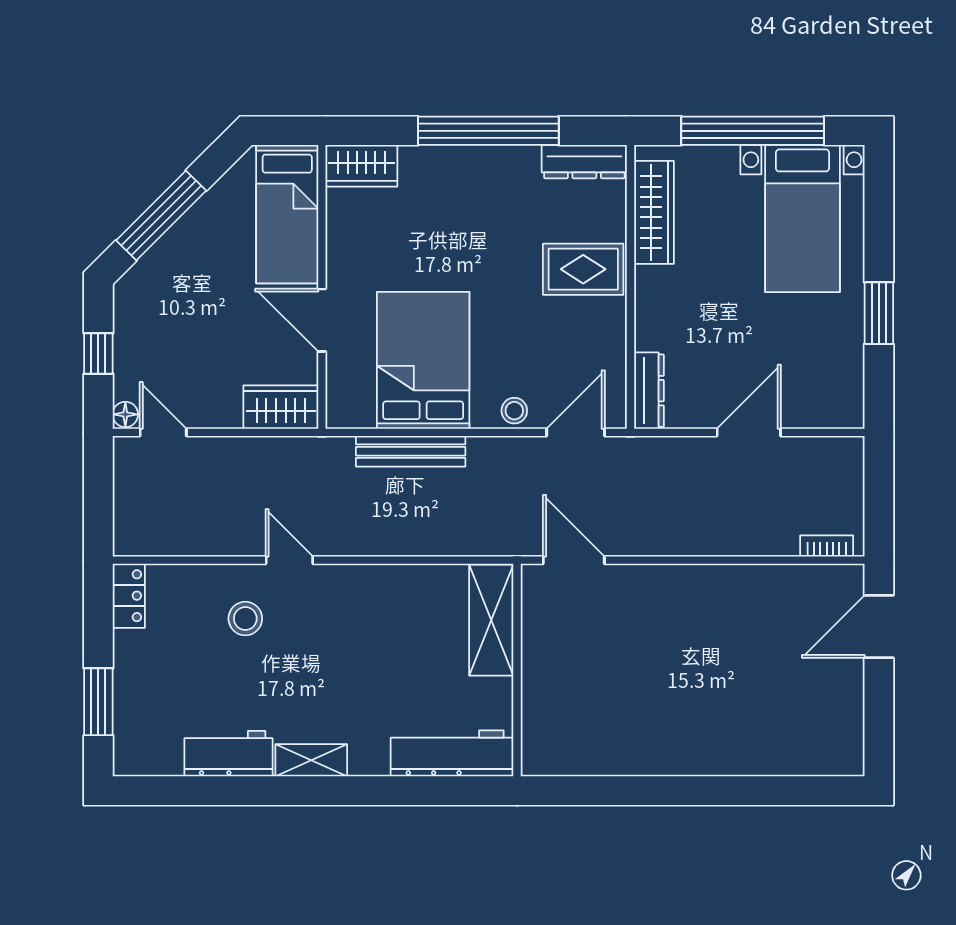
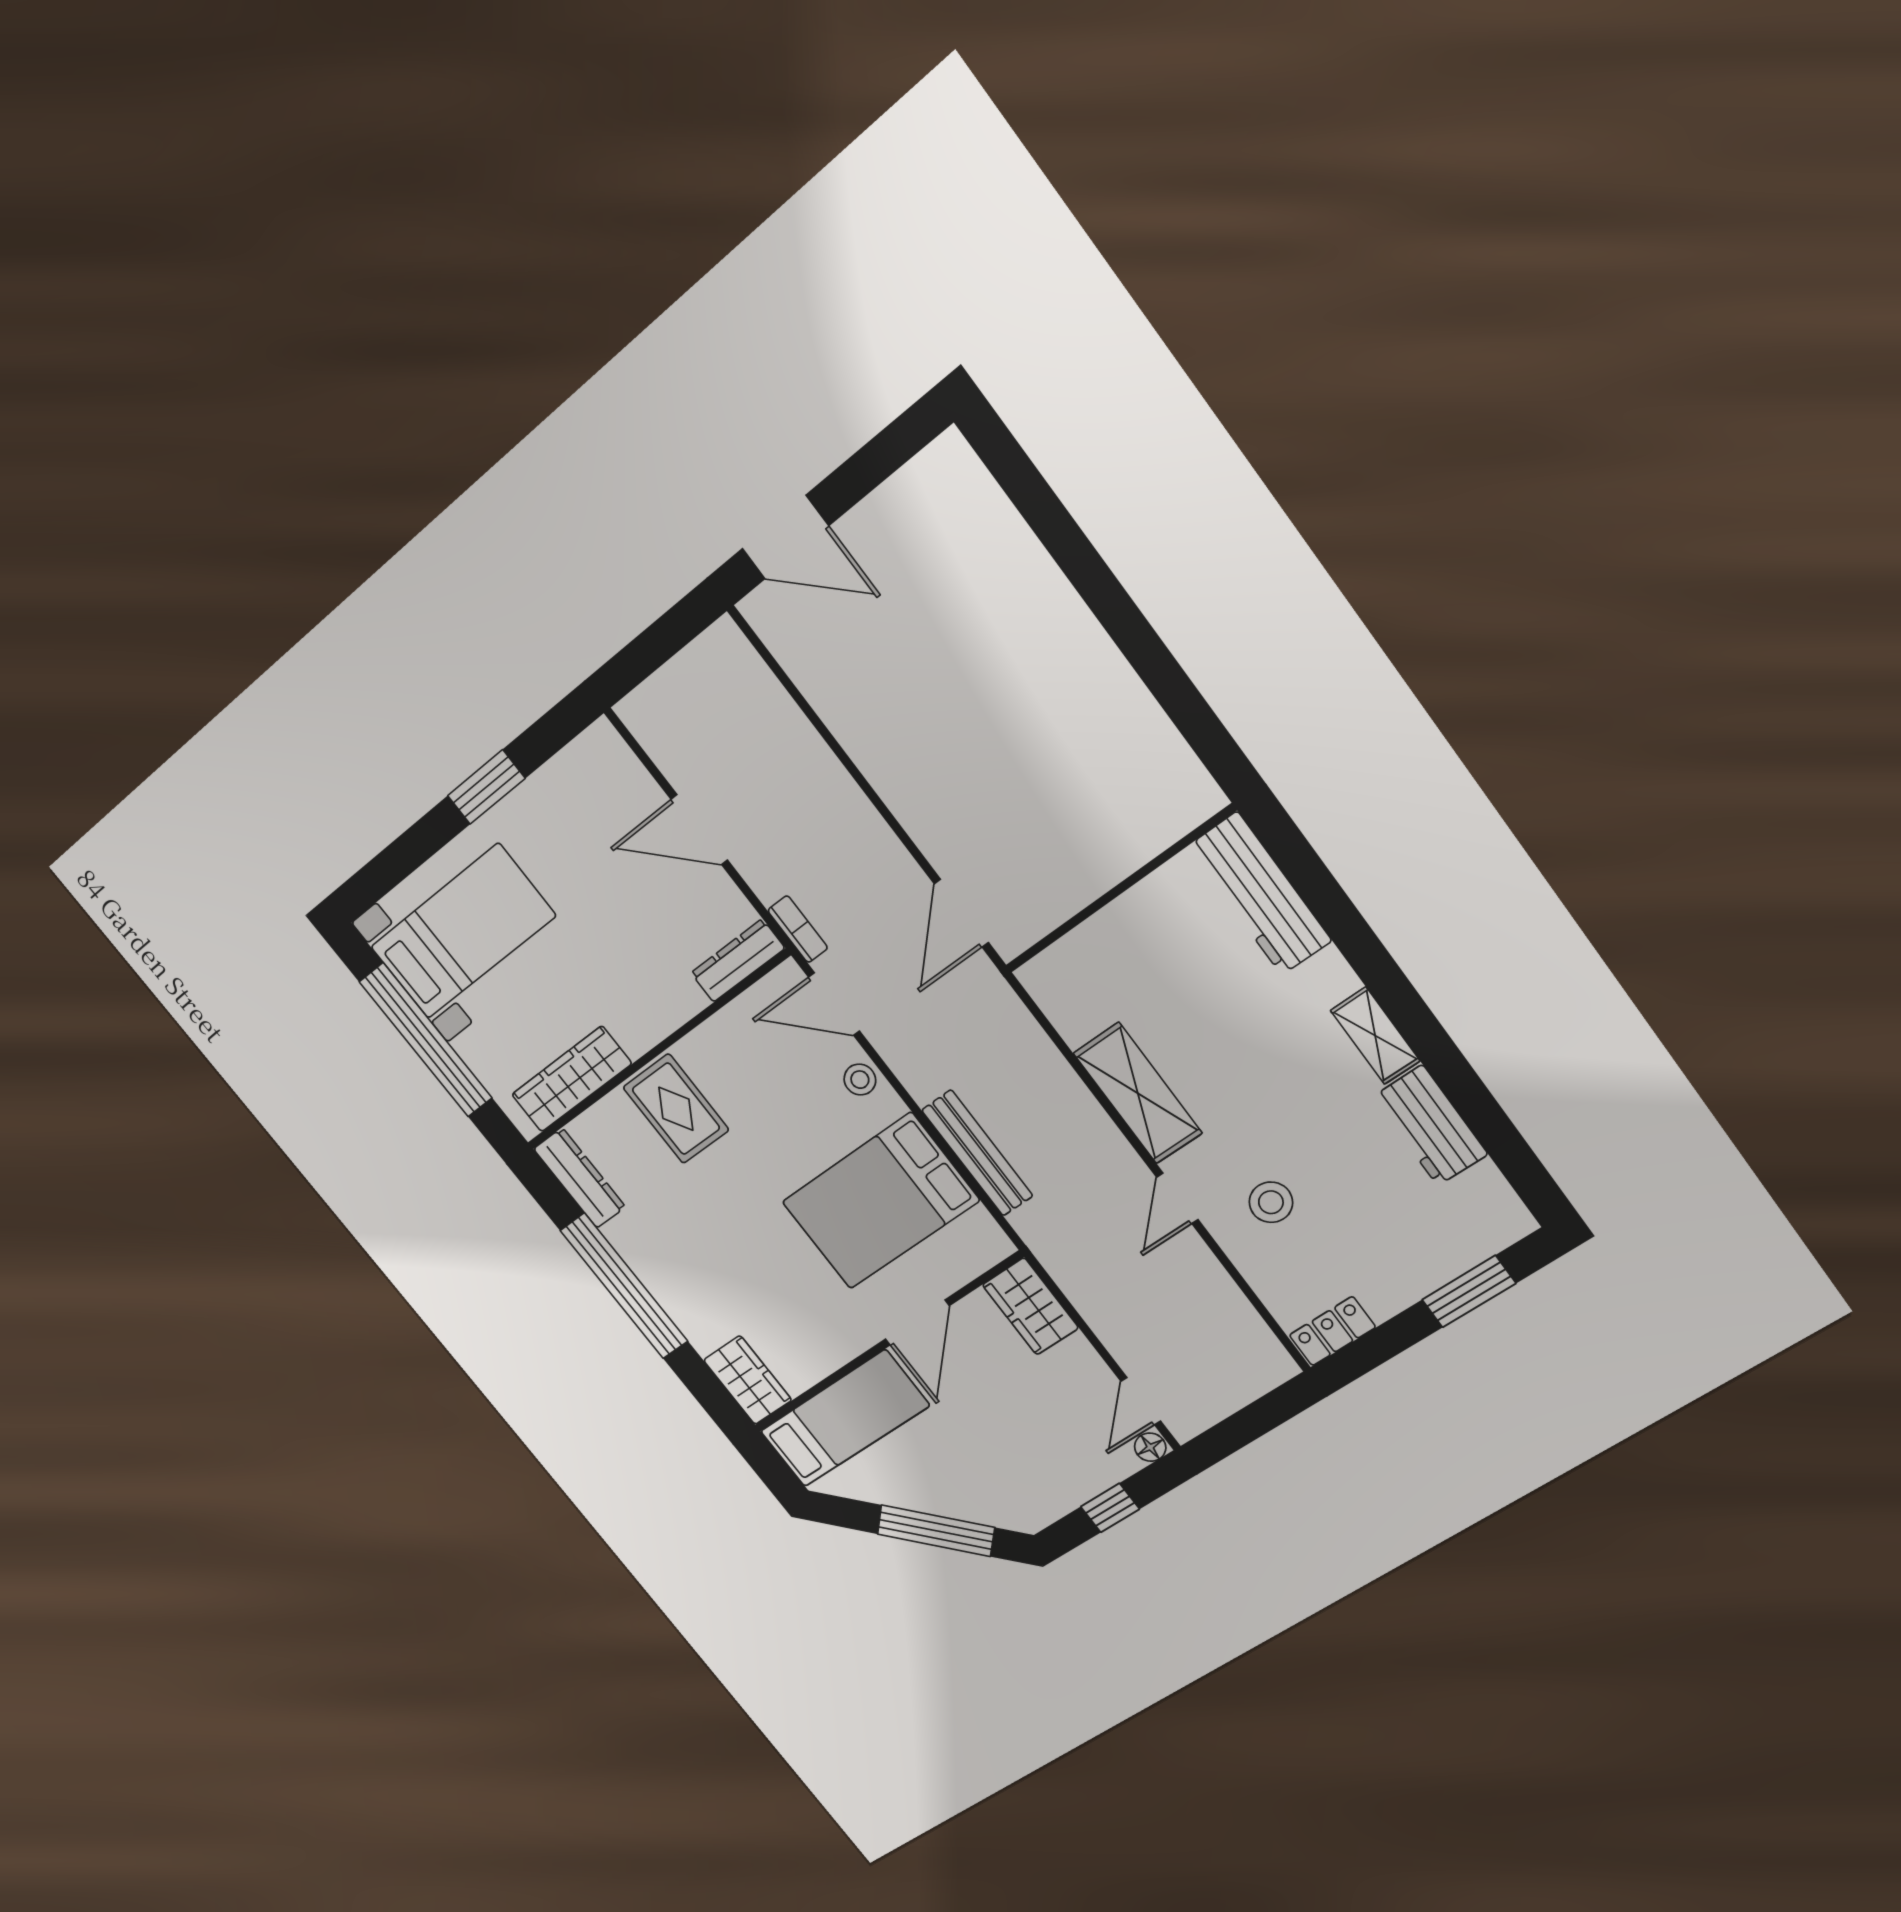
bookcase: (827, 546) -> (798, 929), moved, turned 180
shelving: (491, 620) -> (1138, 1093), moved, turned 90

